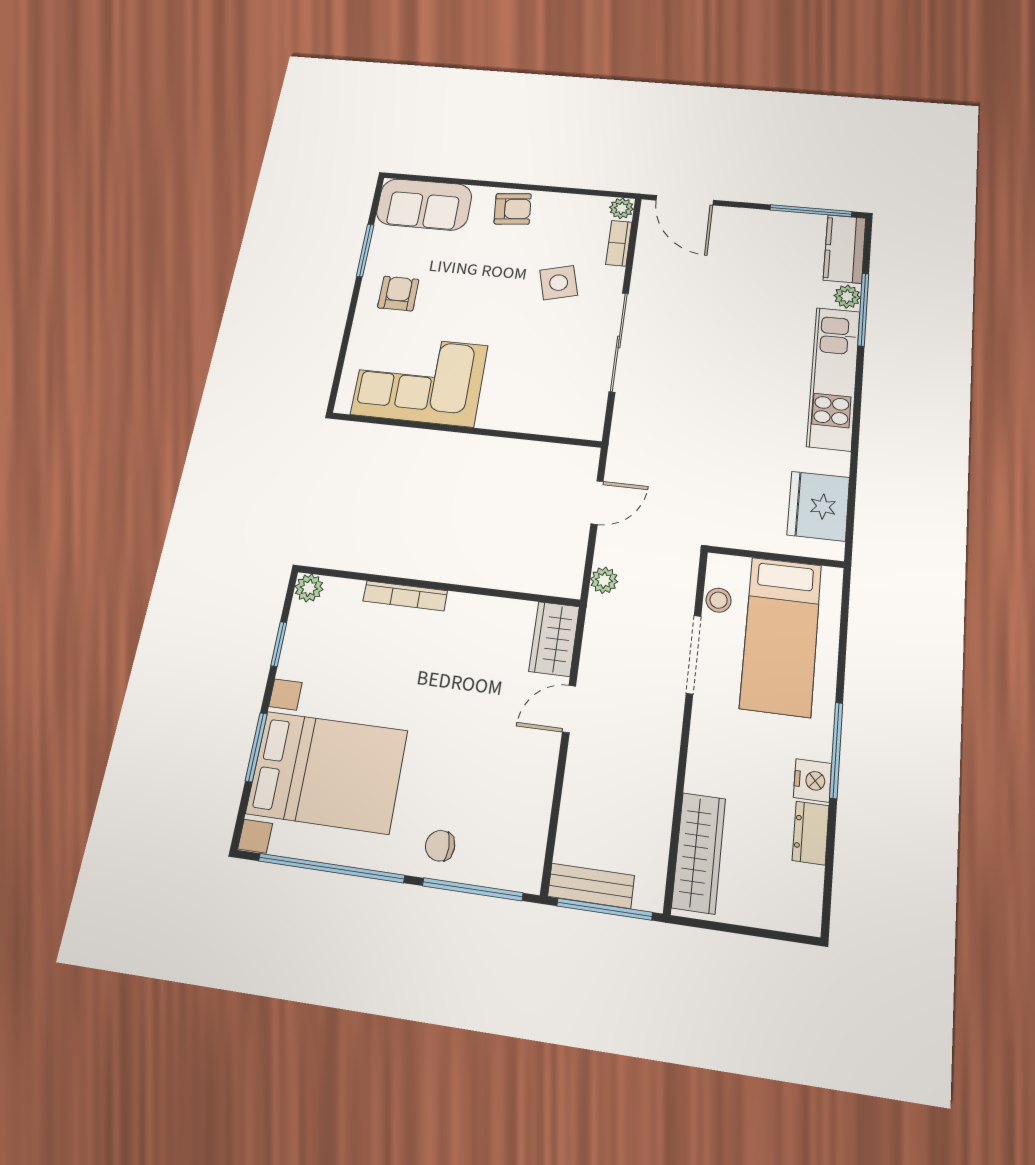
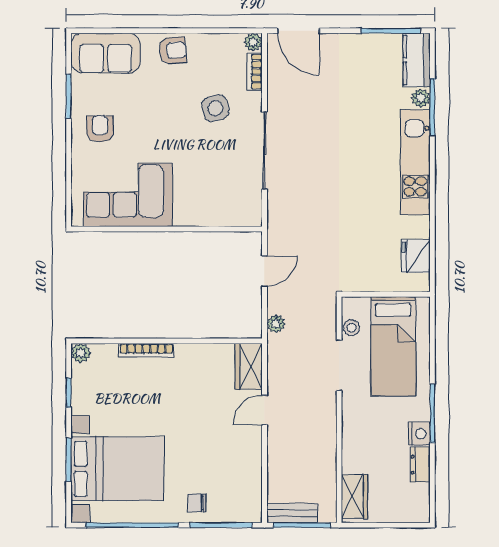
fridge: (818, 506) -> (416, 256), width x0.73, depth x0.75
wardrobe: (699, 853) -> (354, 497), width x0.67

